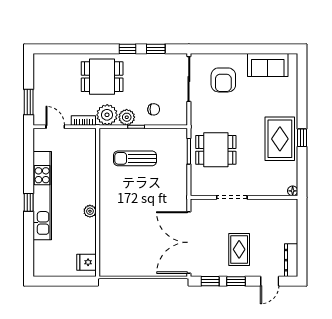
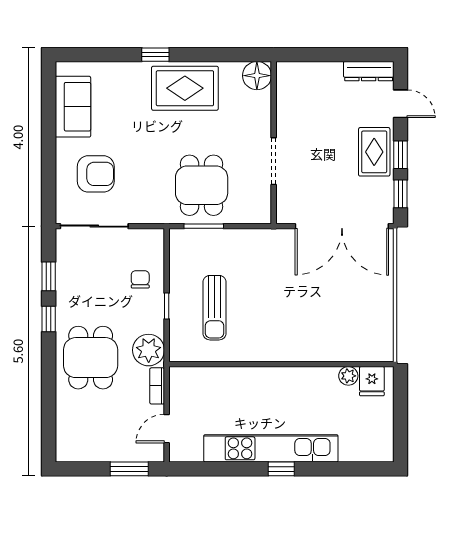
plant: (127, 117) -> (152, 320), removed
window: (302, 138) -> (155, 55), moved
floor lamp: (293, 191) -> (257, 76), width x1.89, depth x1.89
plant: (90, 211) -> (348, 376), moved
rug: (239, 249) -> (374, 152), moved, turned 90

